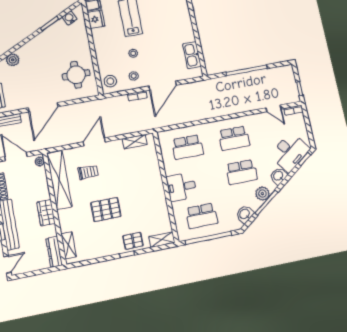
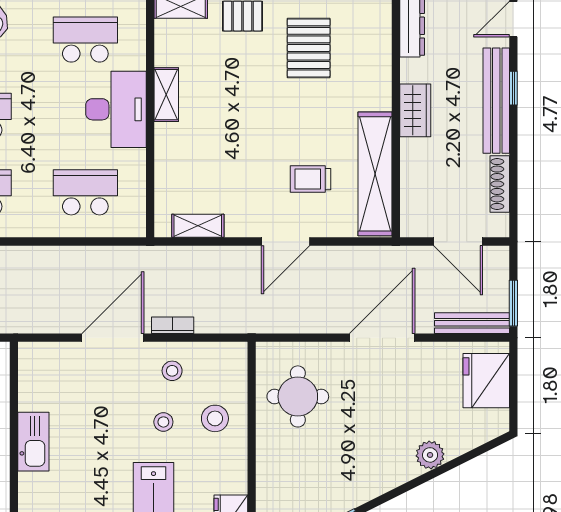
kitchen sink: (192, 55) -> (33, 442), moved
stool: (110, 81) -> (215, 418), moved
plant: (40, 161) -> (410, 222), removed
desk: (182, 187) -> (116, 109), width x1.37
pallet: (106, 209) -> (309, 48), moved, turned 90
shelving: (69, 245) -> (166, 95), moved

